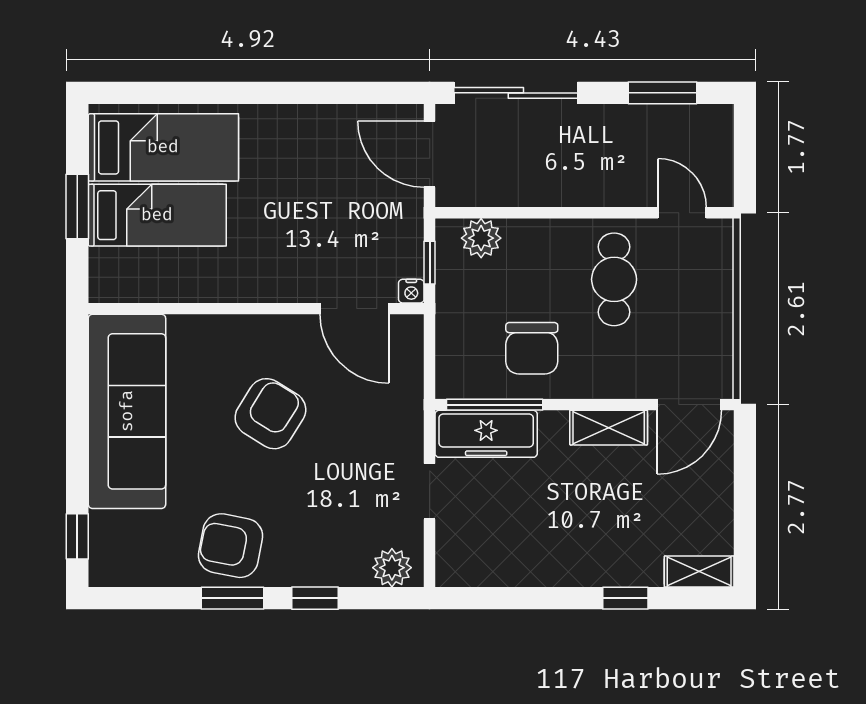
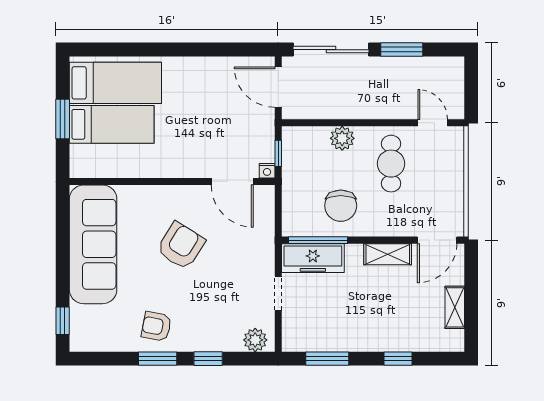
window: (662, 93) -> (402, 50), moved
plant: (481, 238) -> (342, 138), moved
armchair: (230, 546) -> (156, 326), width x0.72, depth x0.72
shelving: (699, 571) -> (455, 307), moved, turned 90
window: (510, 598) -> (327, 359), added

